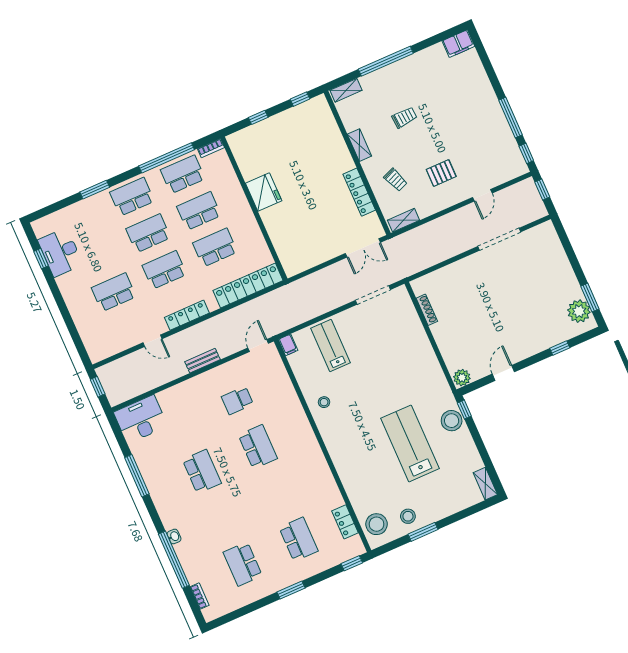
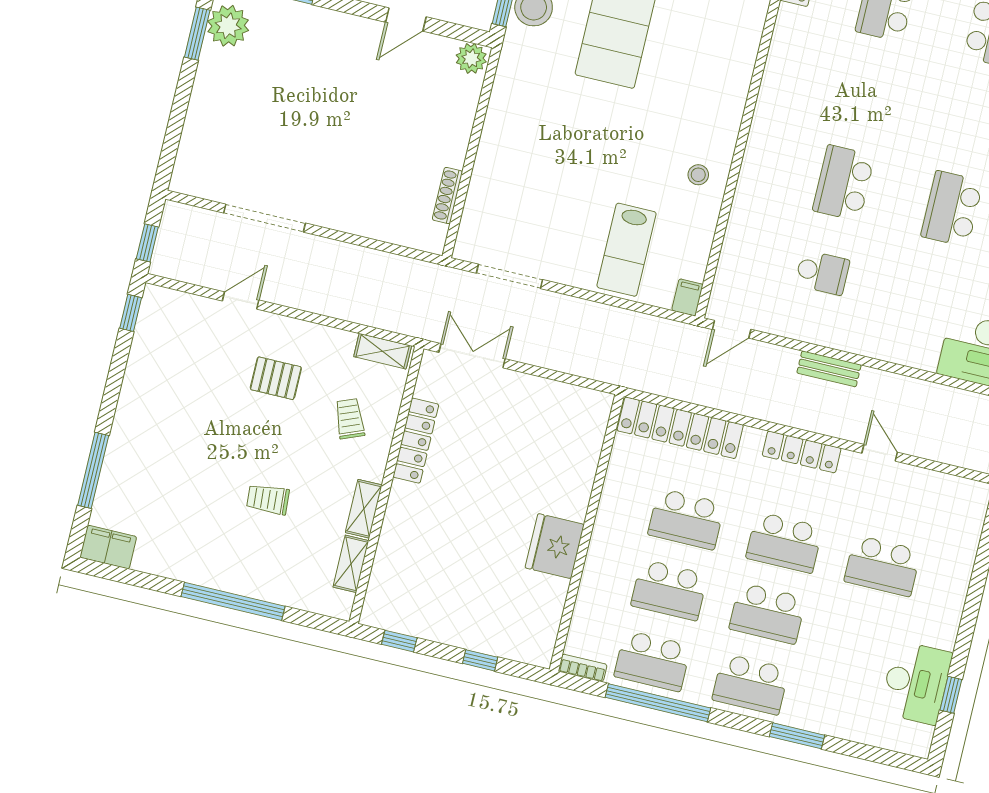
shelving: (346, 90) -> (351, 564), moved, turned 90
window: (510, 117) -> (93, 470), moved

